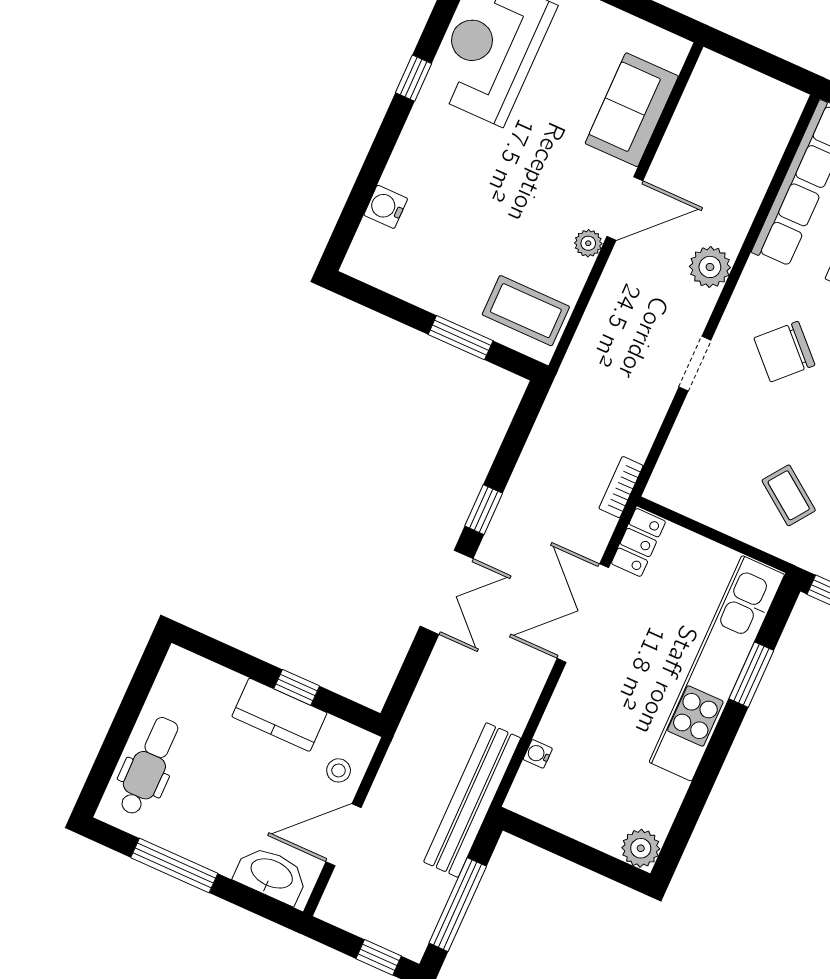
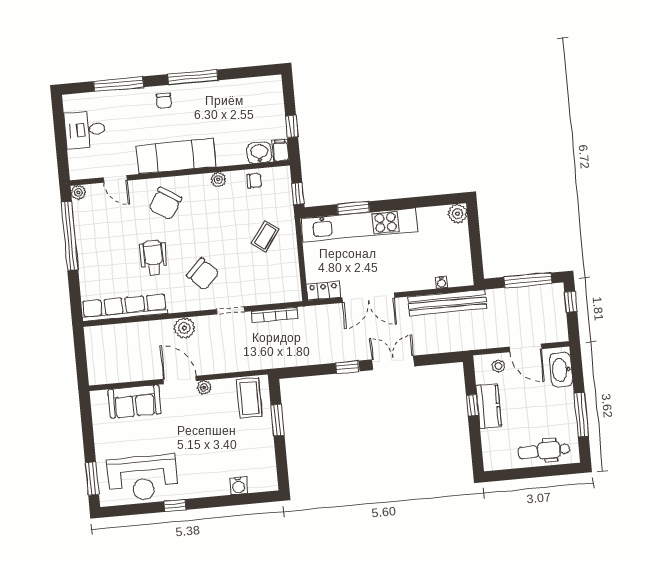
bookcase: (621, 487) -> (275, 315), moved, width x1.56
bench: (472, 800) -> (448, 303), moved

